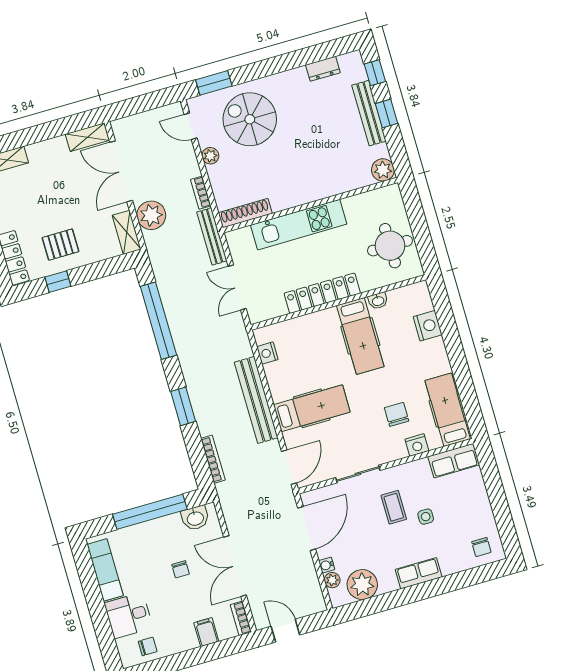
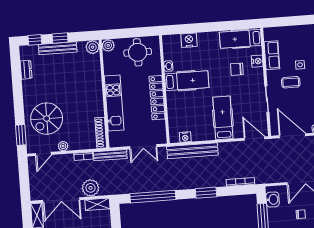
plant: (391, 195) -> (108, 45), added
bench: (256, 400) -> (192, 151), moved
row of seats: (454, 461) -> (272, 55), moved

